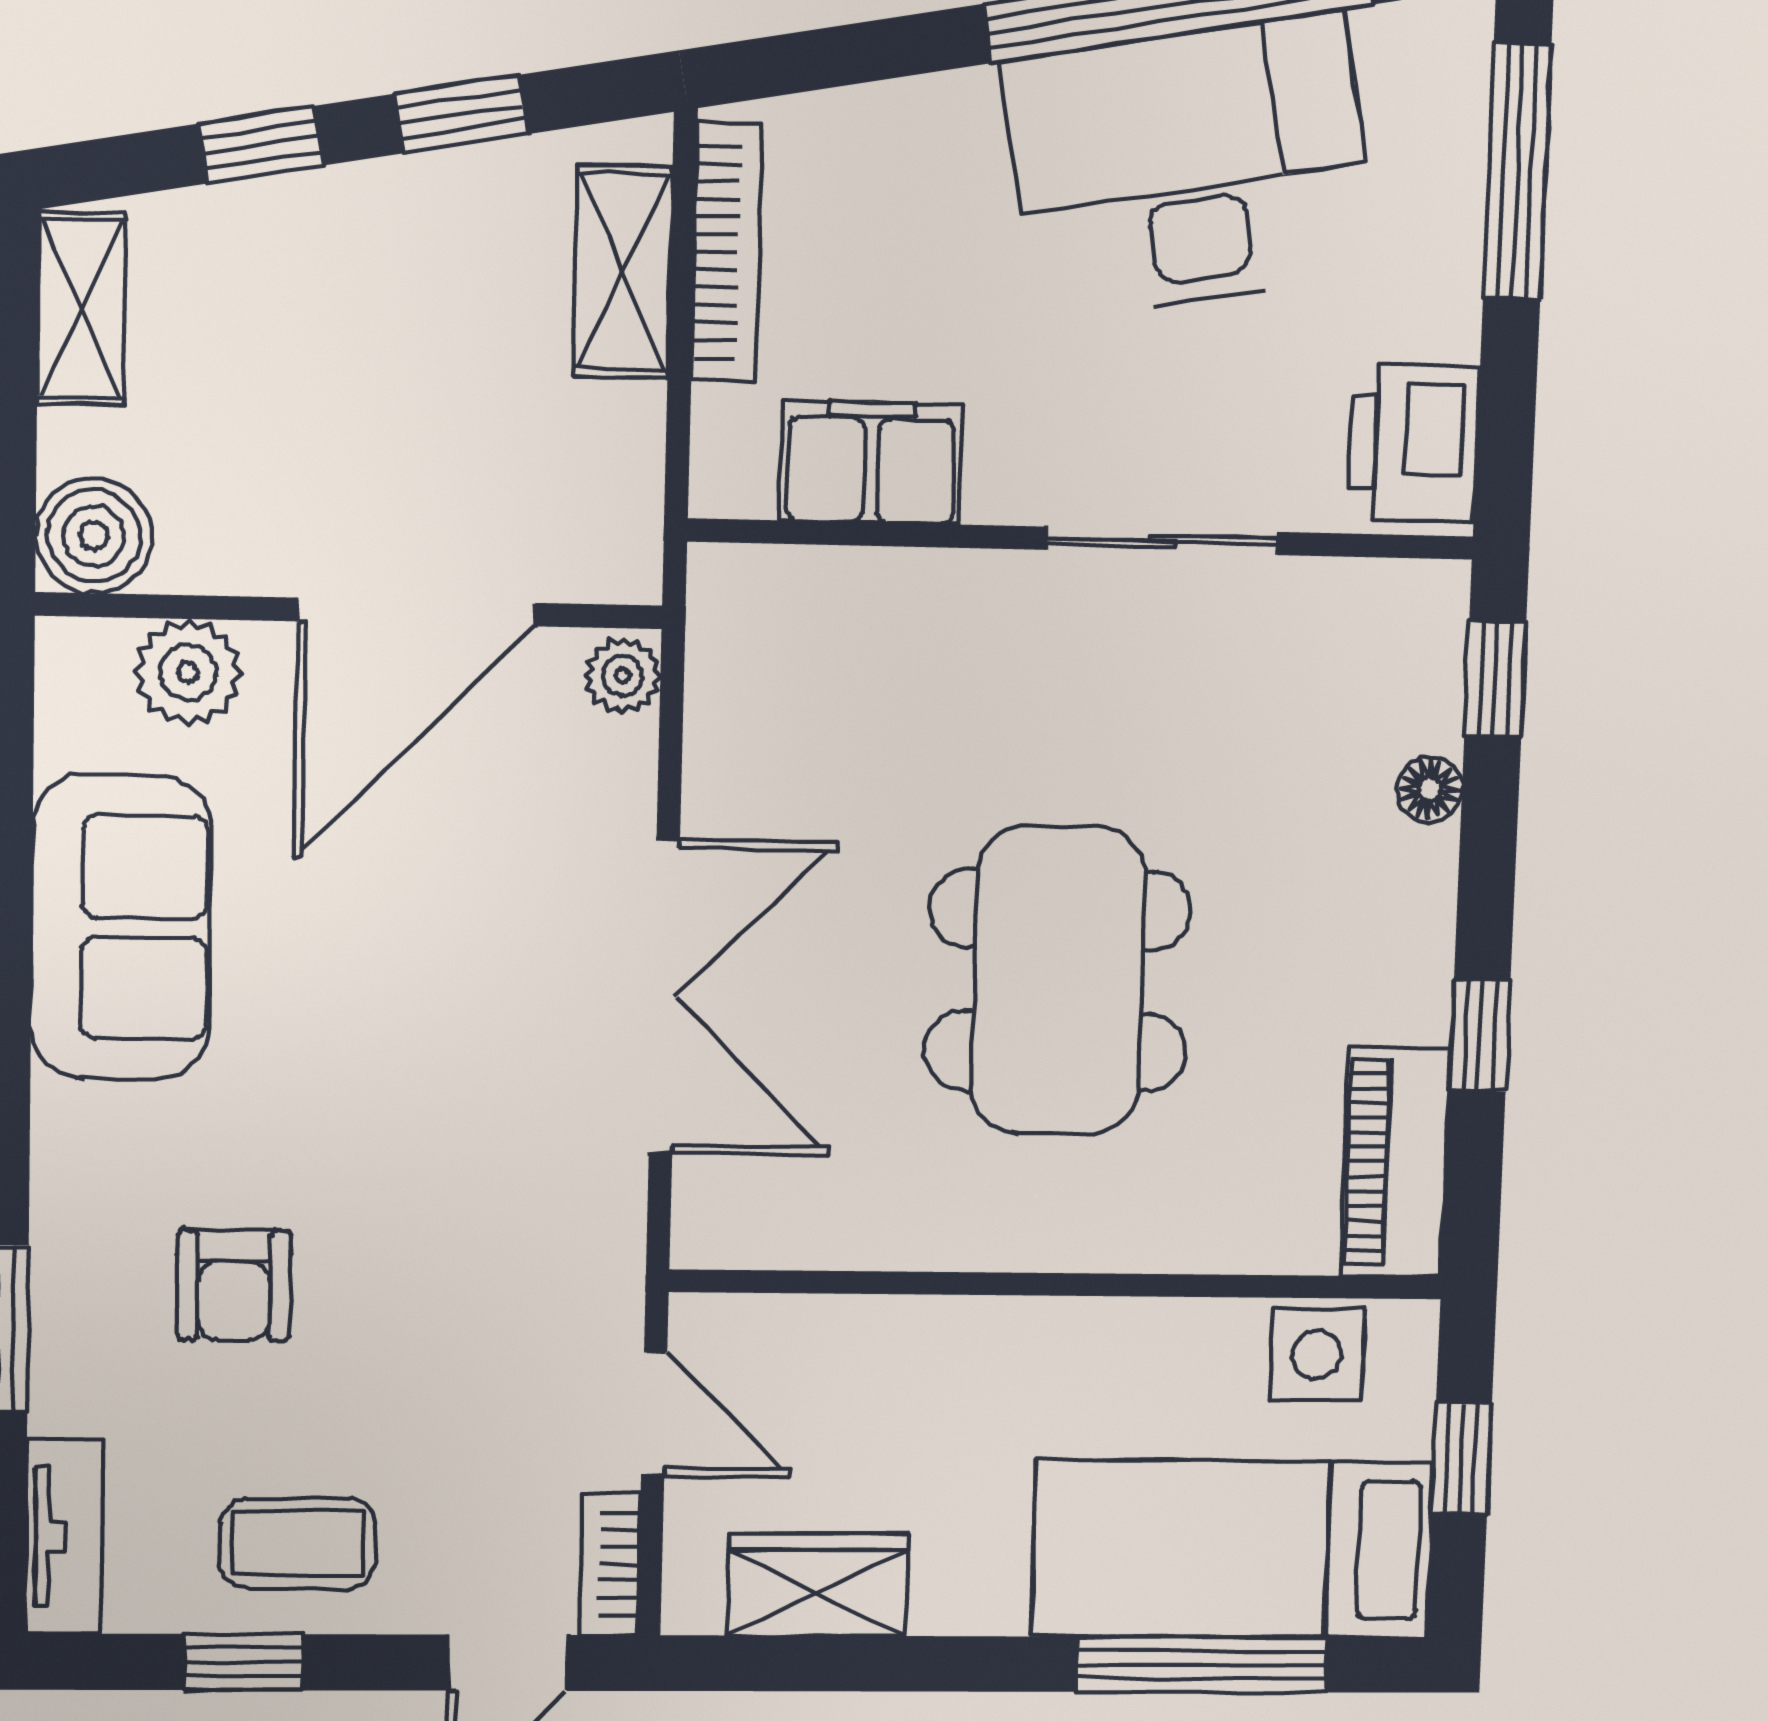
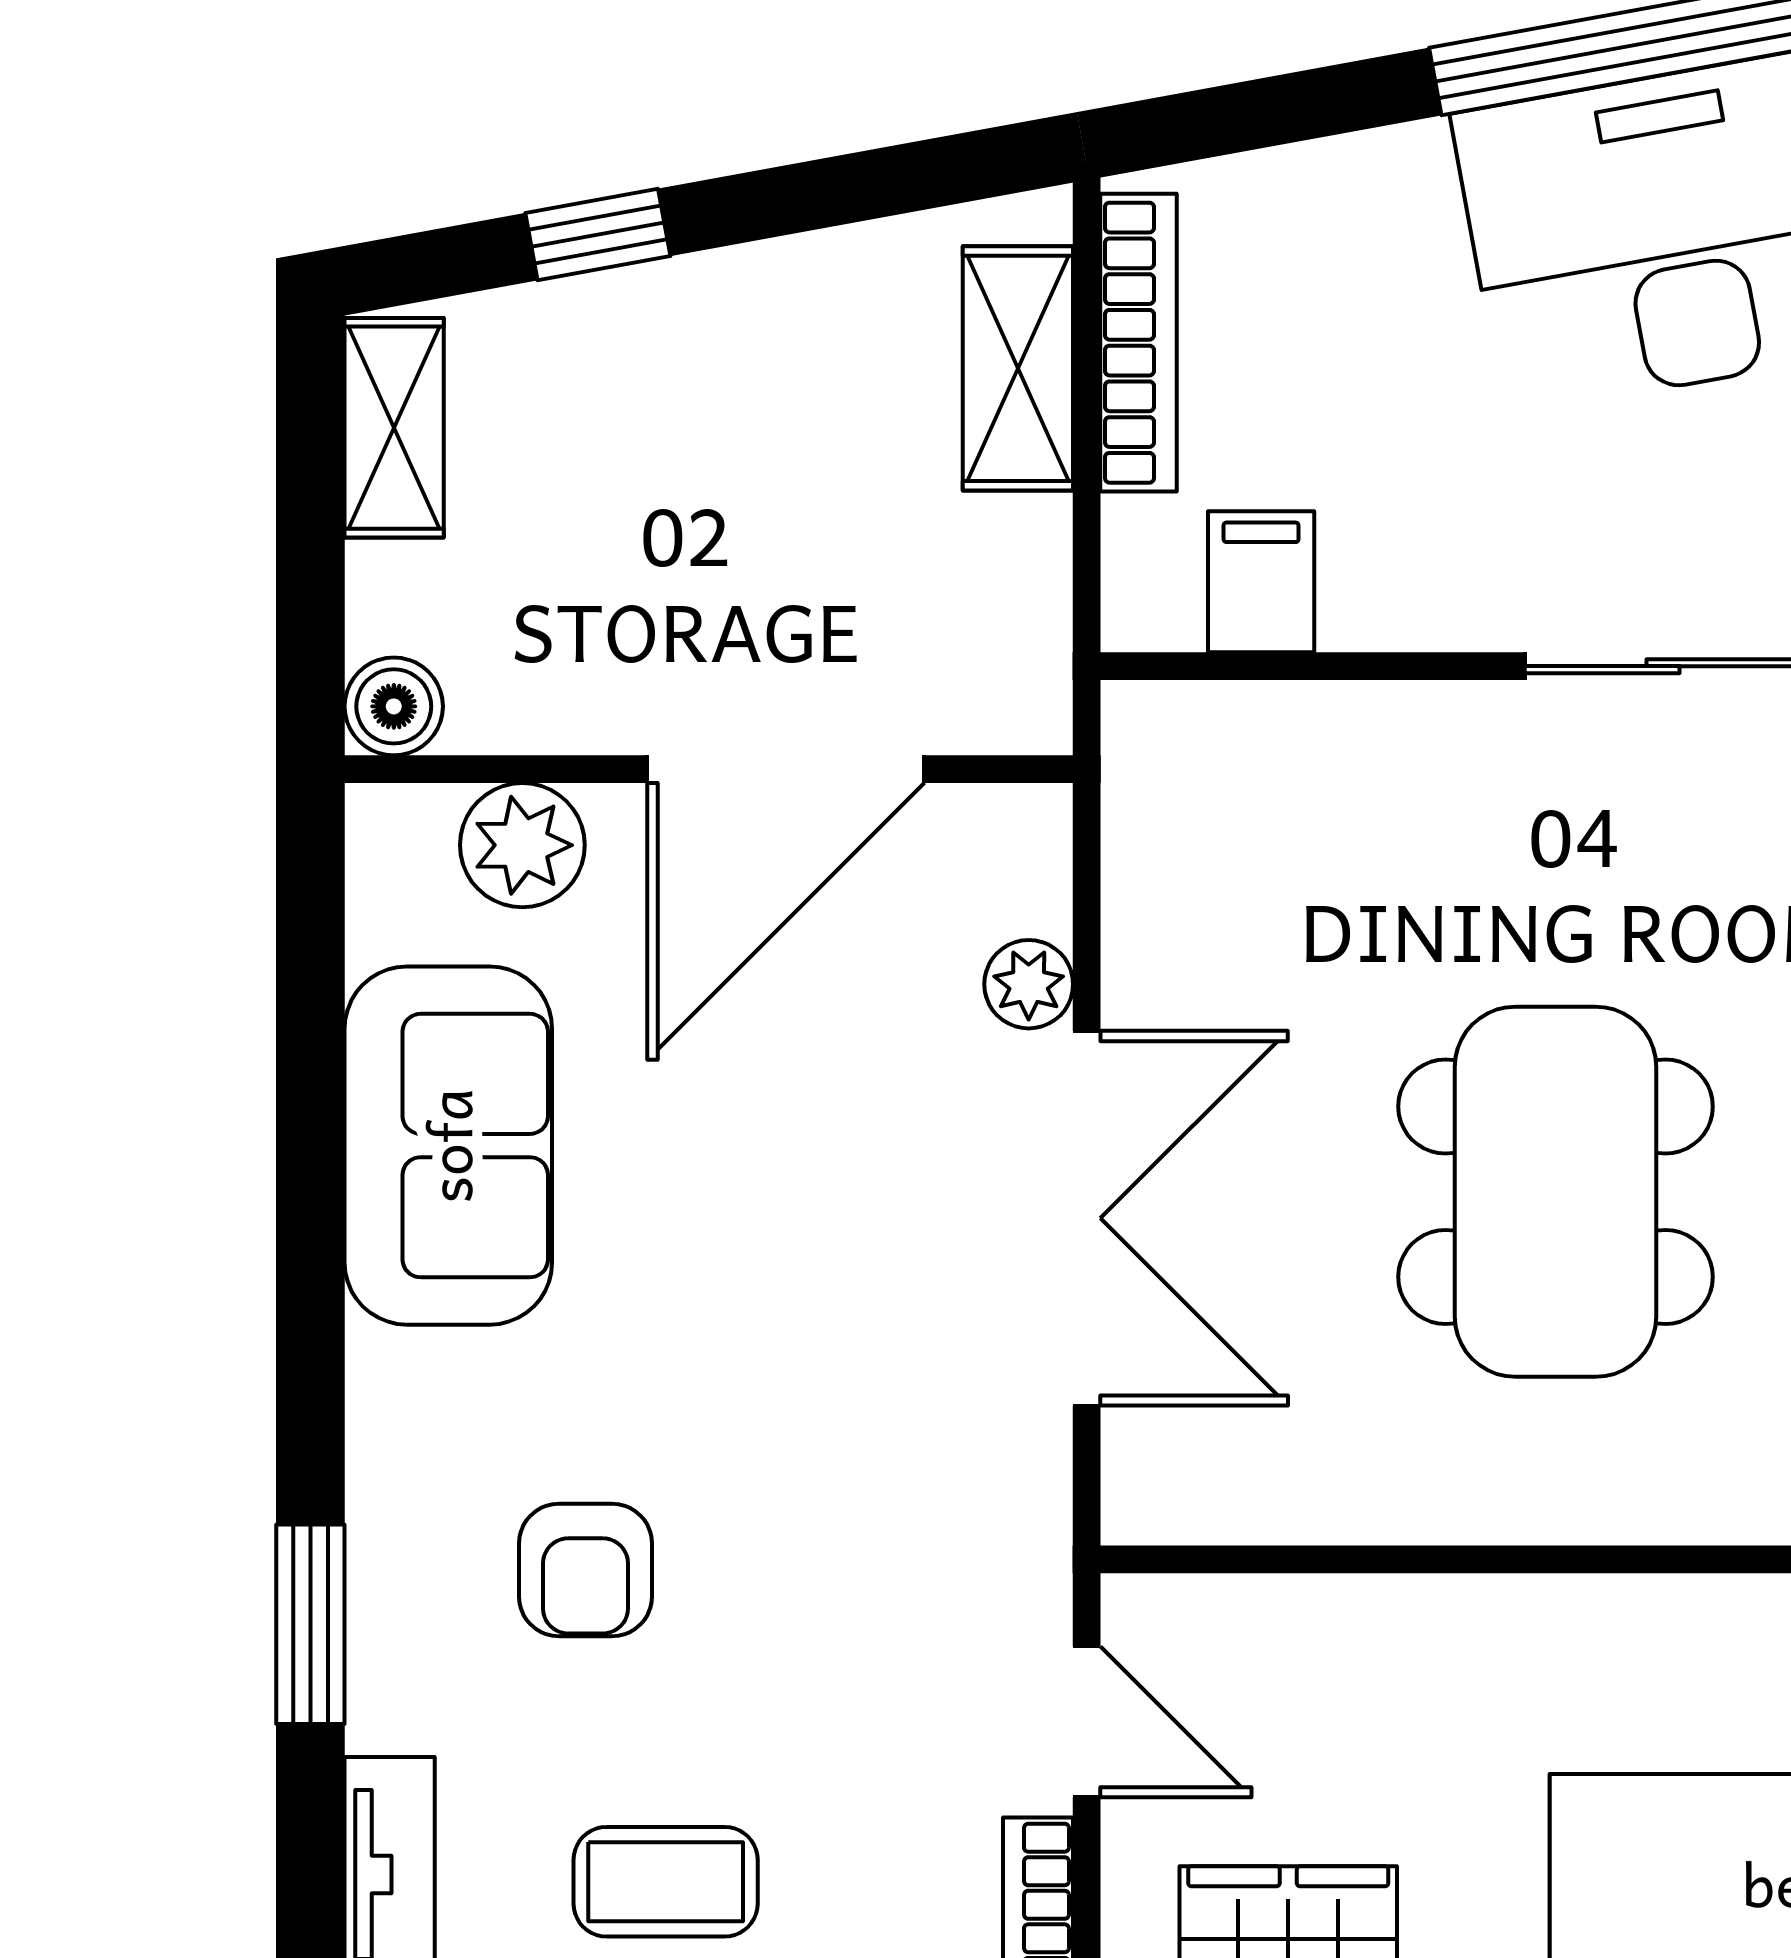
window: (462, 114) -> (827, 193), removed
filing cabinet: (871, 462) -> (1261, 582), width x0.50
boiler: (94, 536) -> (394, 706), width x0.73, depth x0.73
plant: (623, 676) -> (1029, 984), moved

